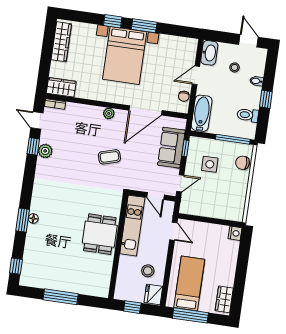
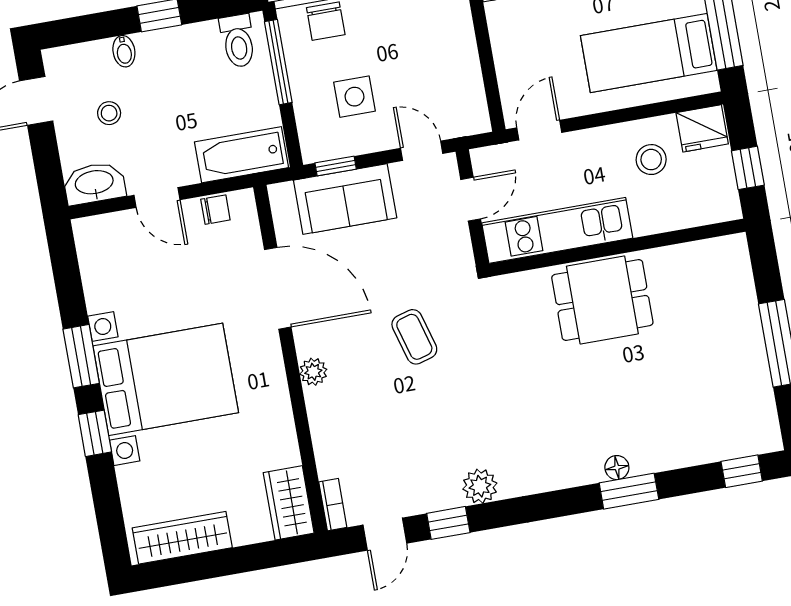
toilet: (248, 115) -> (238, 41), moved
plant: (45, 151) -> (480, 486), moved

